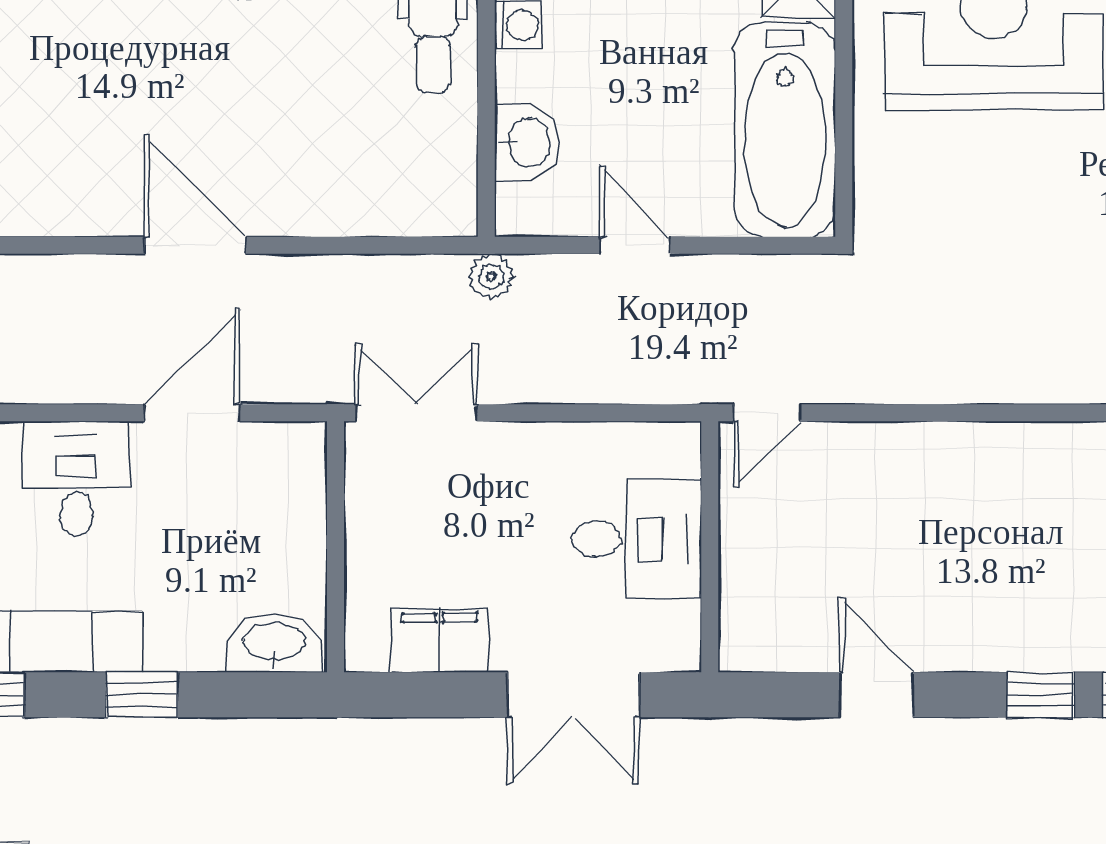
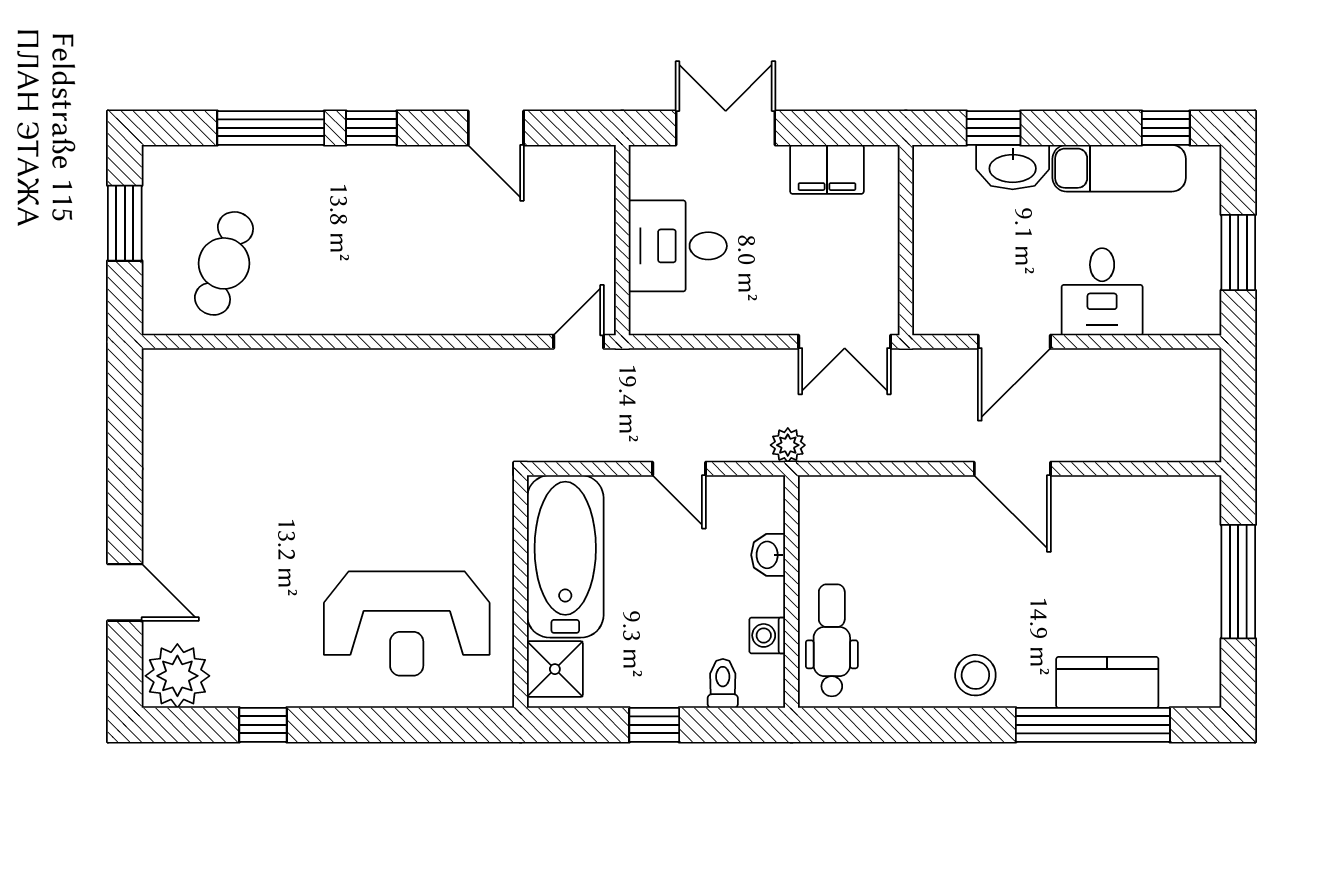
washbasin: (527, 142) -> (768, 555), width x0.72, depth x0.69
washbasin: (274, 643) -> (1013, 167), moved
window: (142, 695) -> (993, 128), moved

